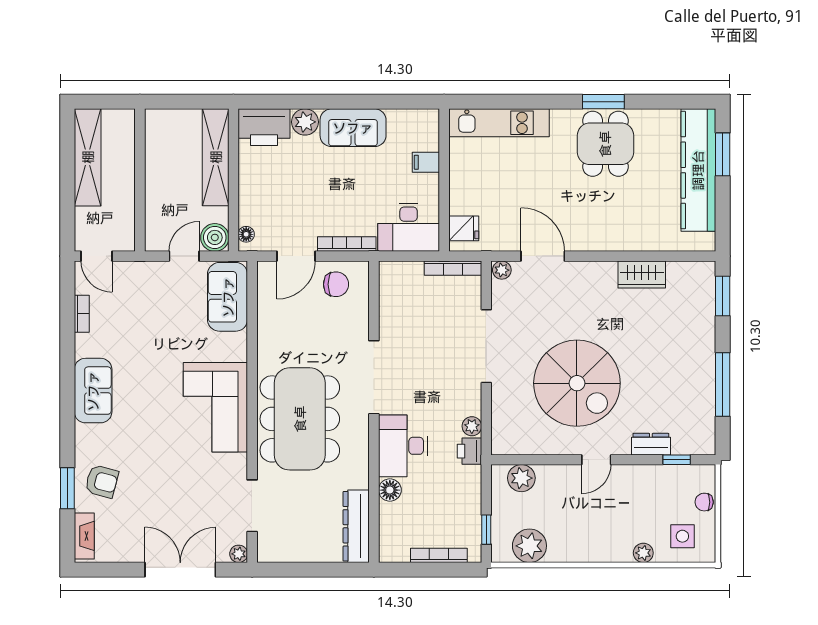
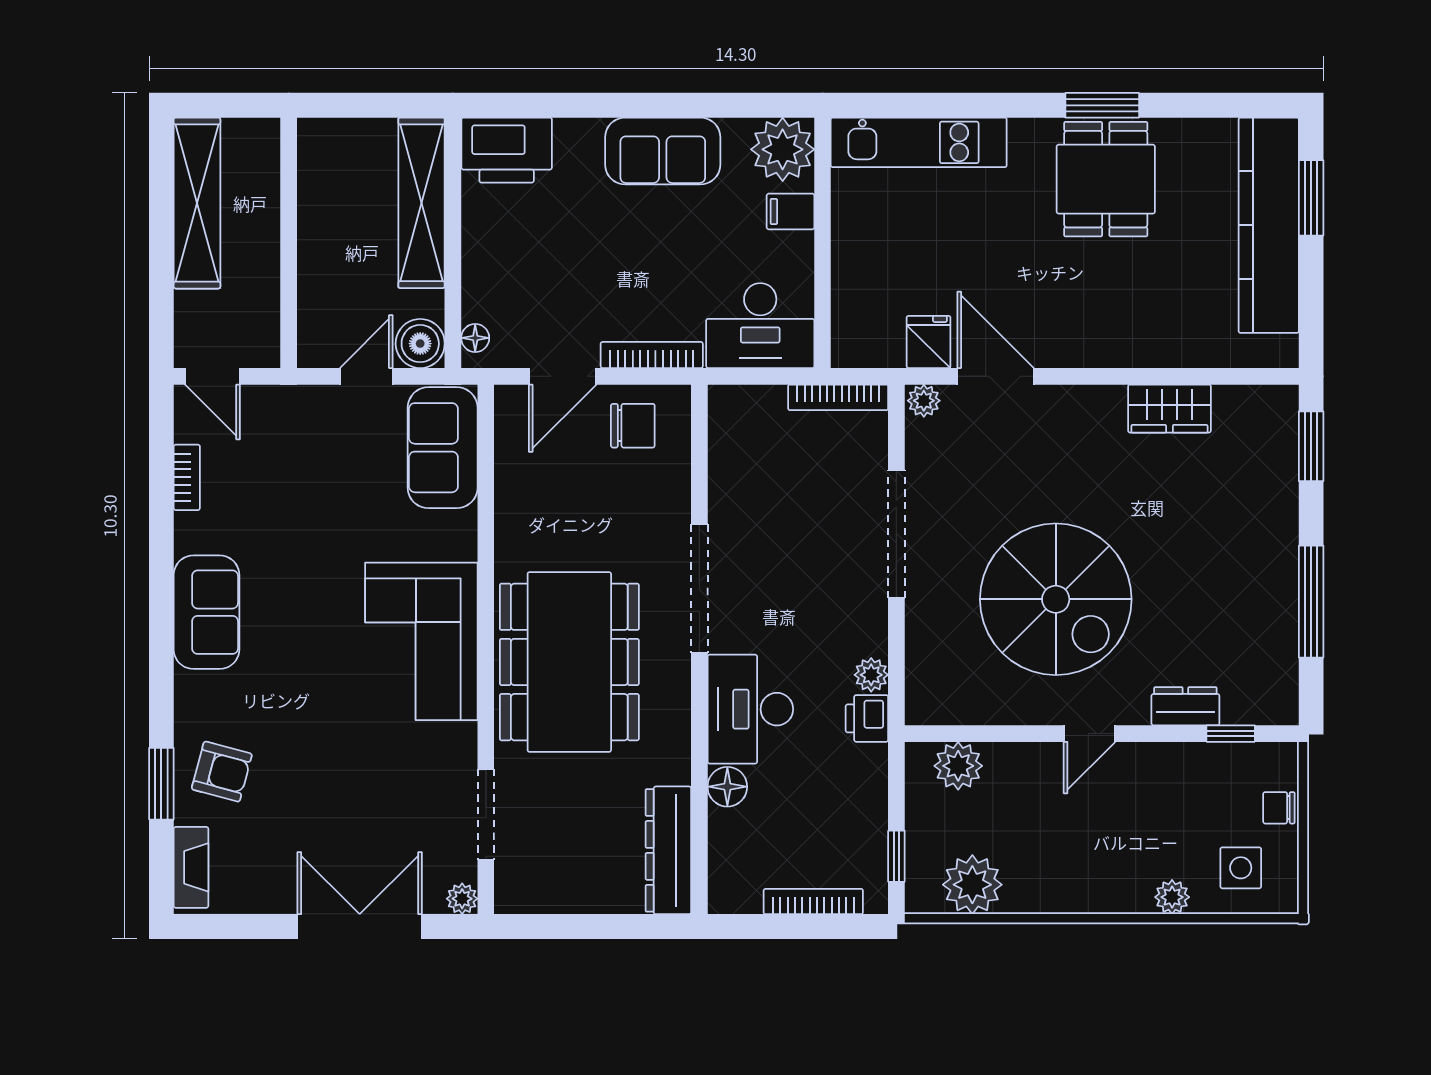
plant: (305, 122) -> (783, 149), moved, width x1.36, depth x1.36
fridge: (464, 228) -> (929, 342), moved, turned -90

